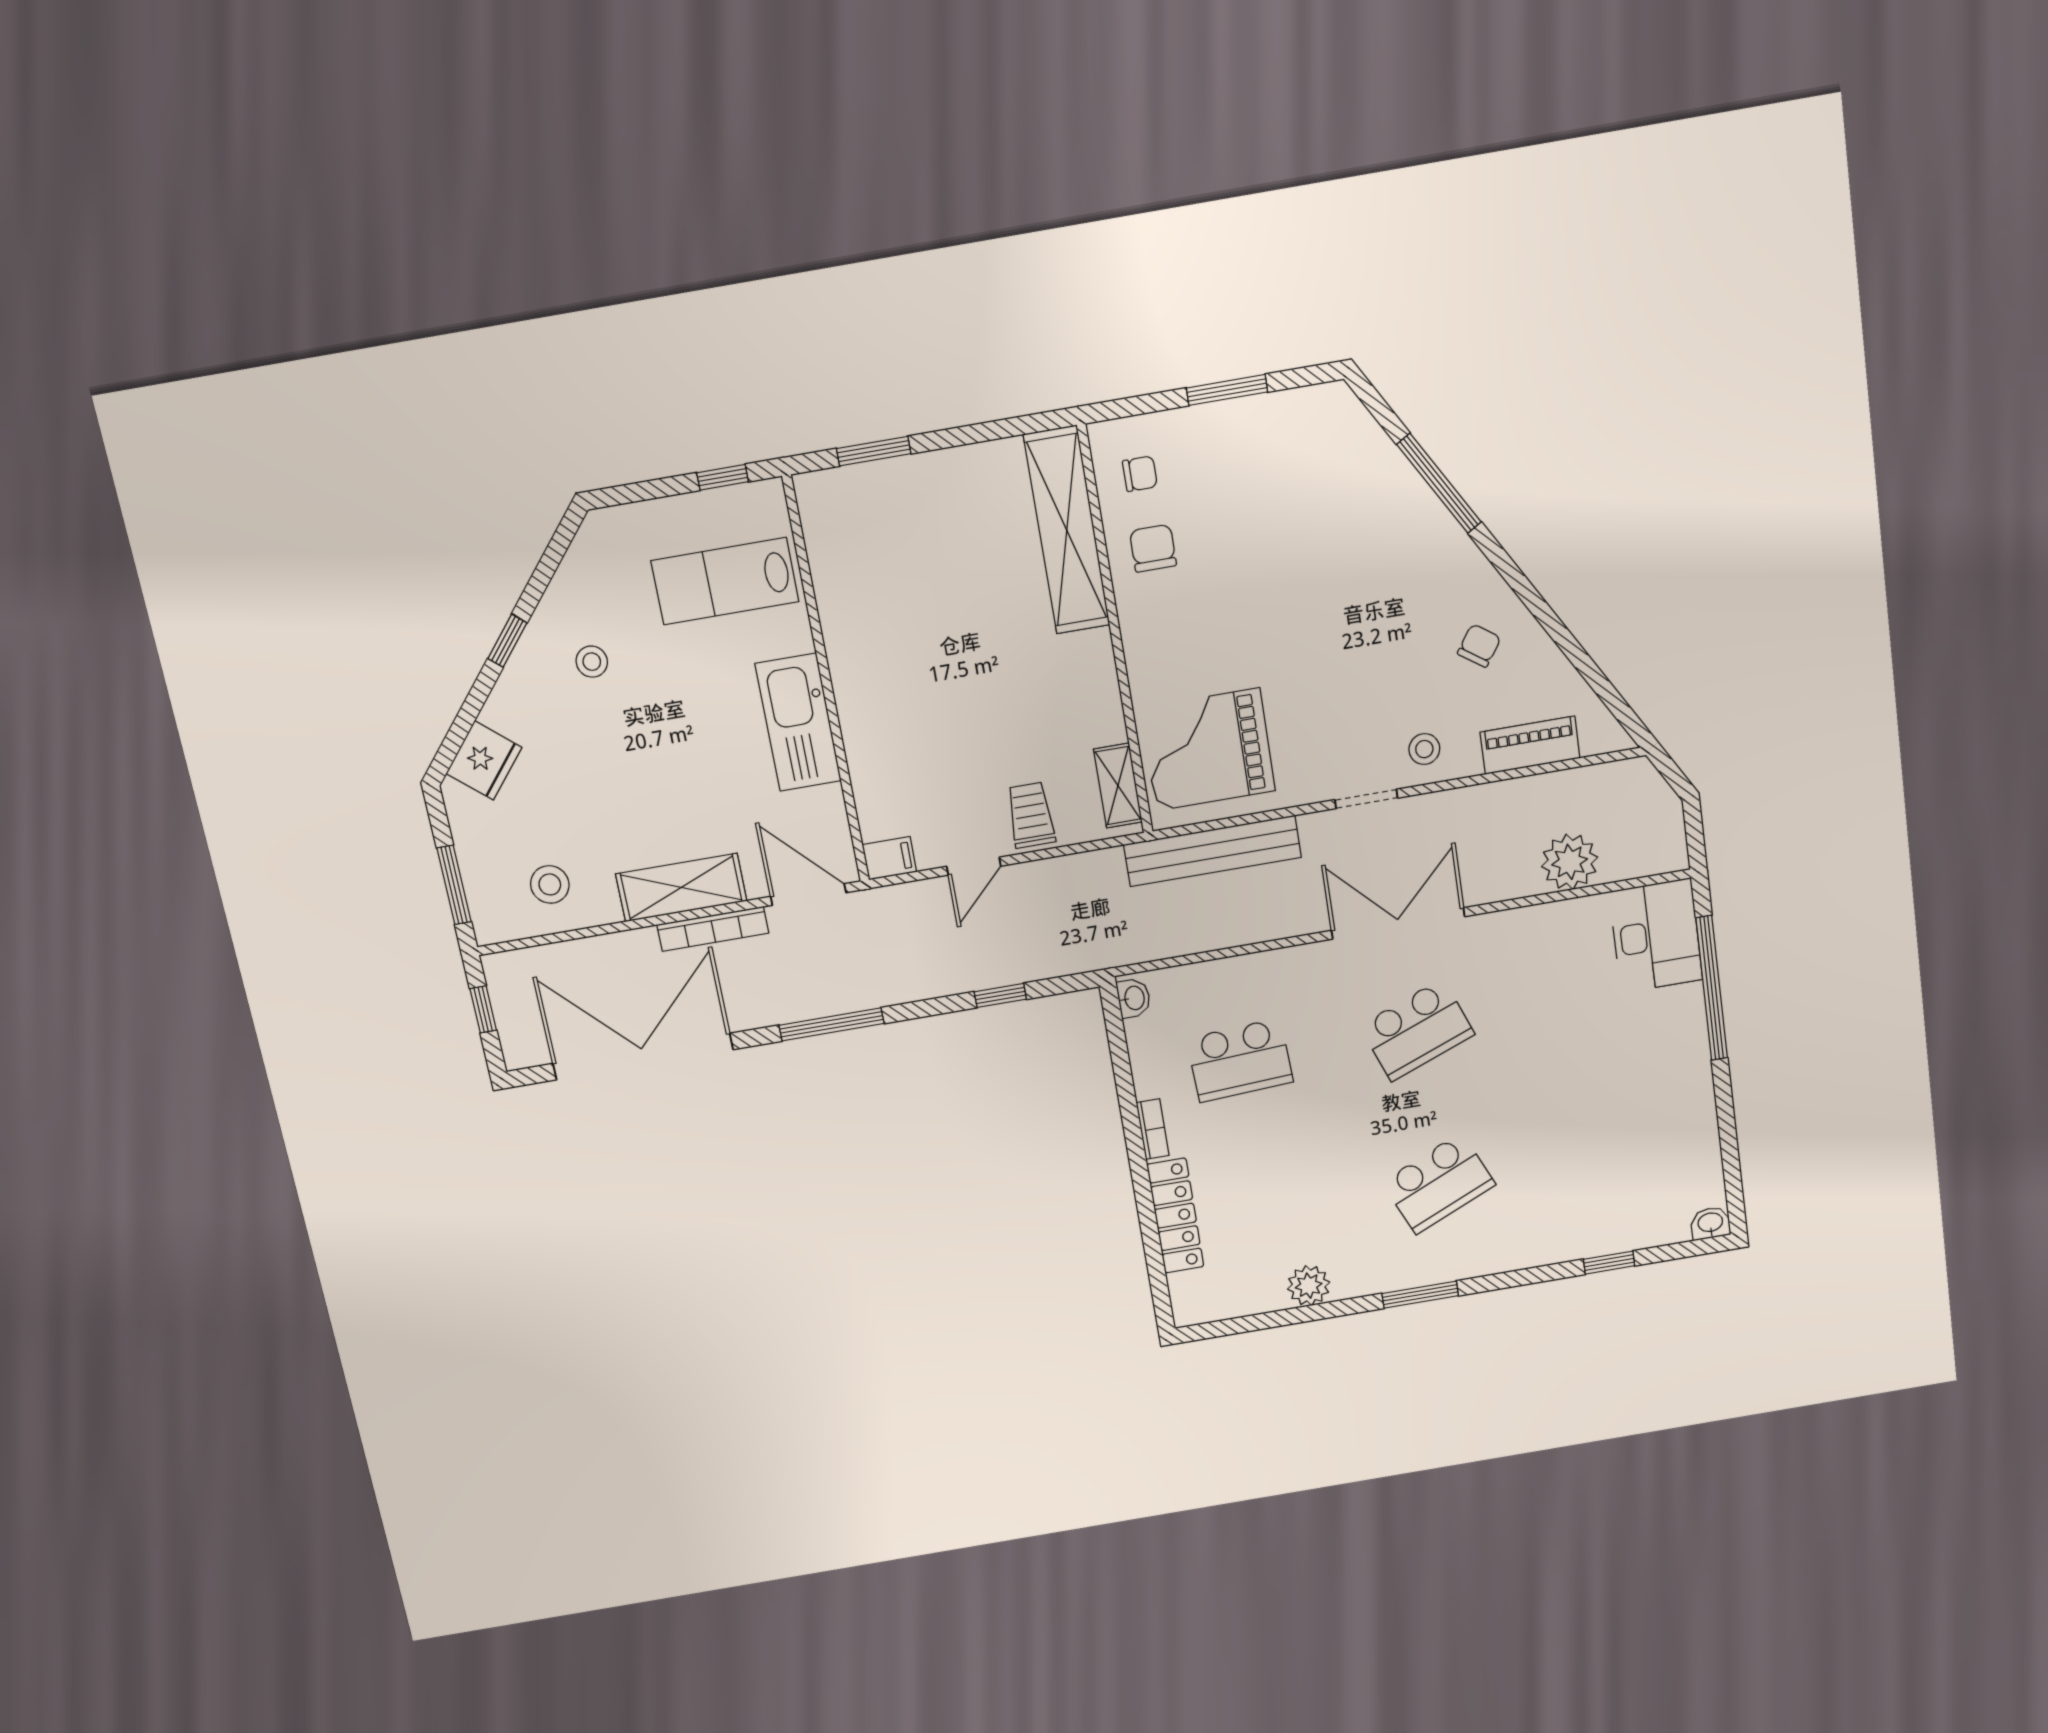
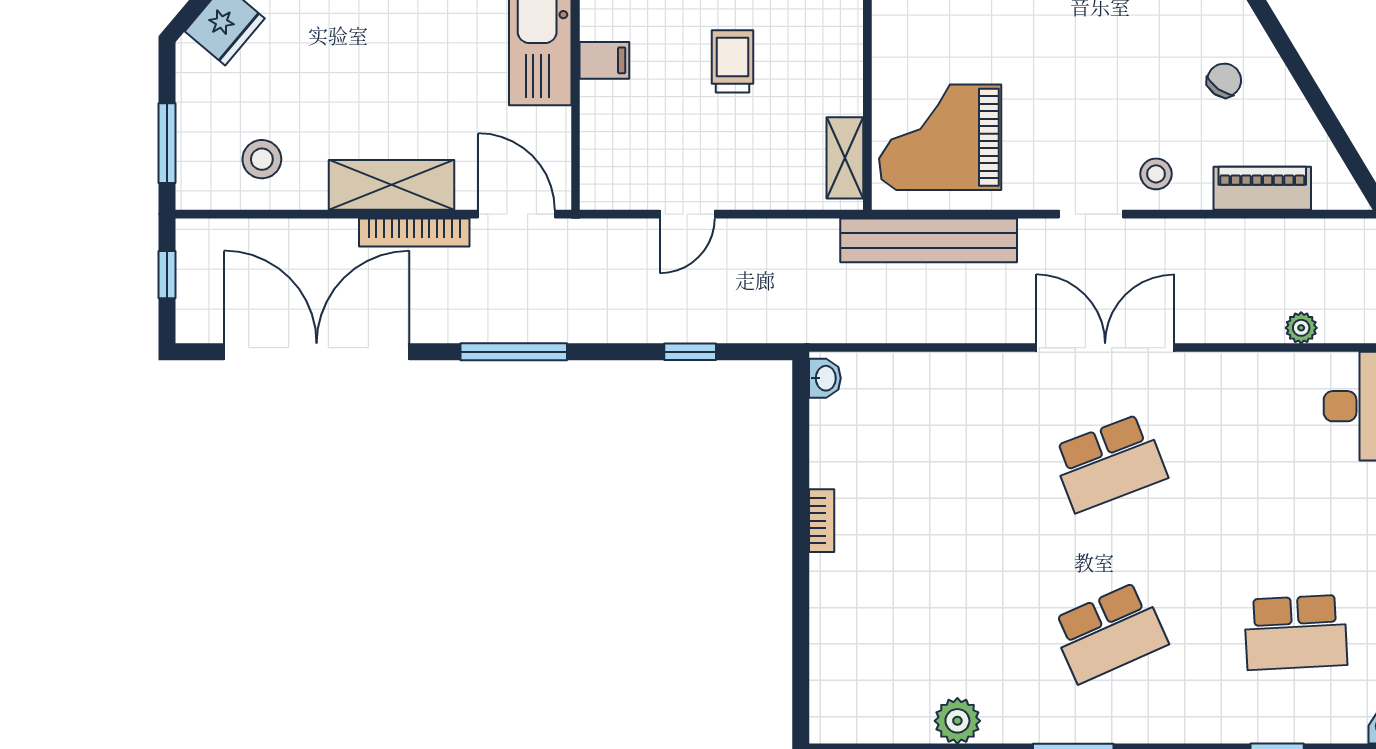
trolley: (1031, 815) -> (733, 61), moved
filing cabinet: (889, 858) -> (604, 60), moved
plant: (1570, 862) -> (1301, 328), width x0.53, depth x0.53
school desk: (1240, 1060) -> (1296, 632), moved
locker: (1175, 1216) -> (830, 619), removed

